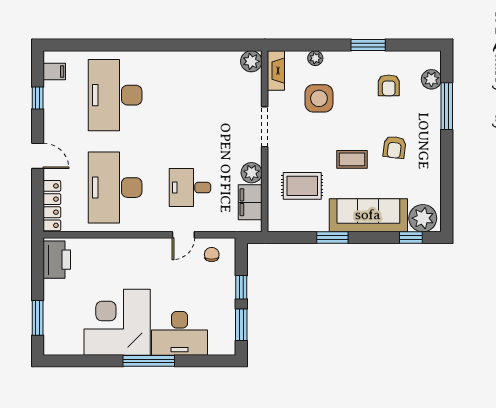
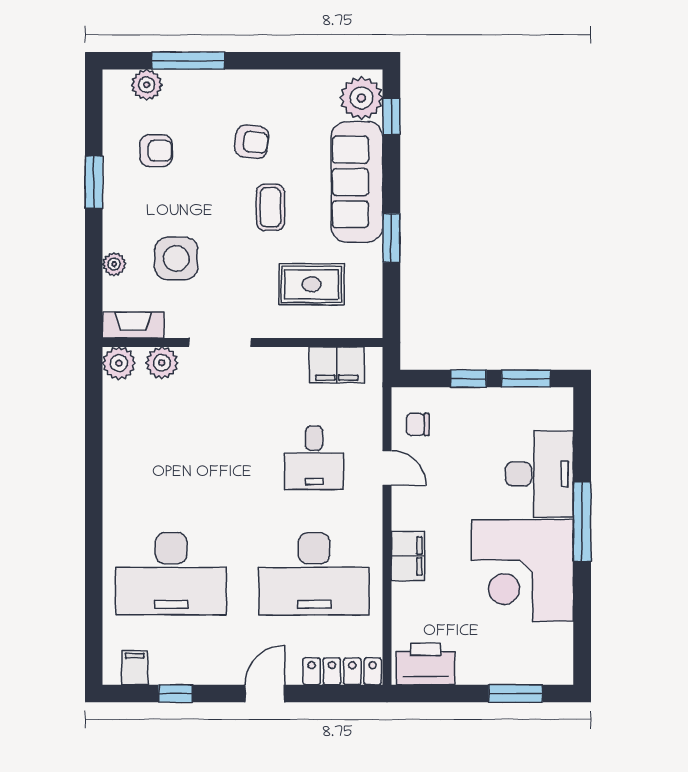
plant: (252, 173) -> (162, 363), moved
rug: (302, 186) -> (311, 284), turned 90
filing cabinet: (127, 248) -> (408, 556), added

